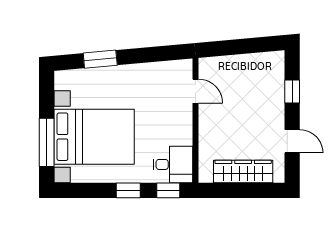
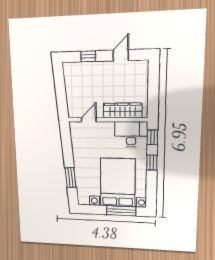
desk: (173, 164) -> (131, 134), width x1.37
wardrobe: (243, 171) -> (123, 110), moved, turned 90

